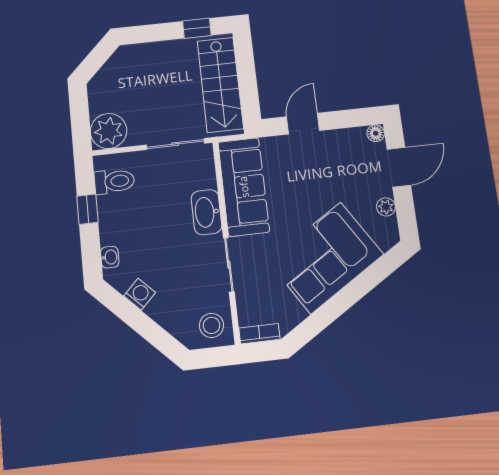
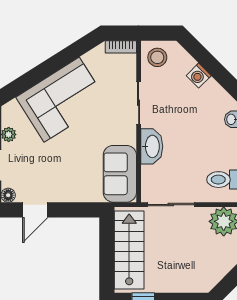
door: (303, 124) -> (35, 210), moved
sofa: (244, 187) -> (120, 174), width x0.73
washing machine: (140, 294) -> (199, 76), moved

